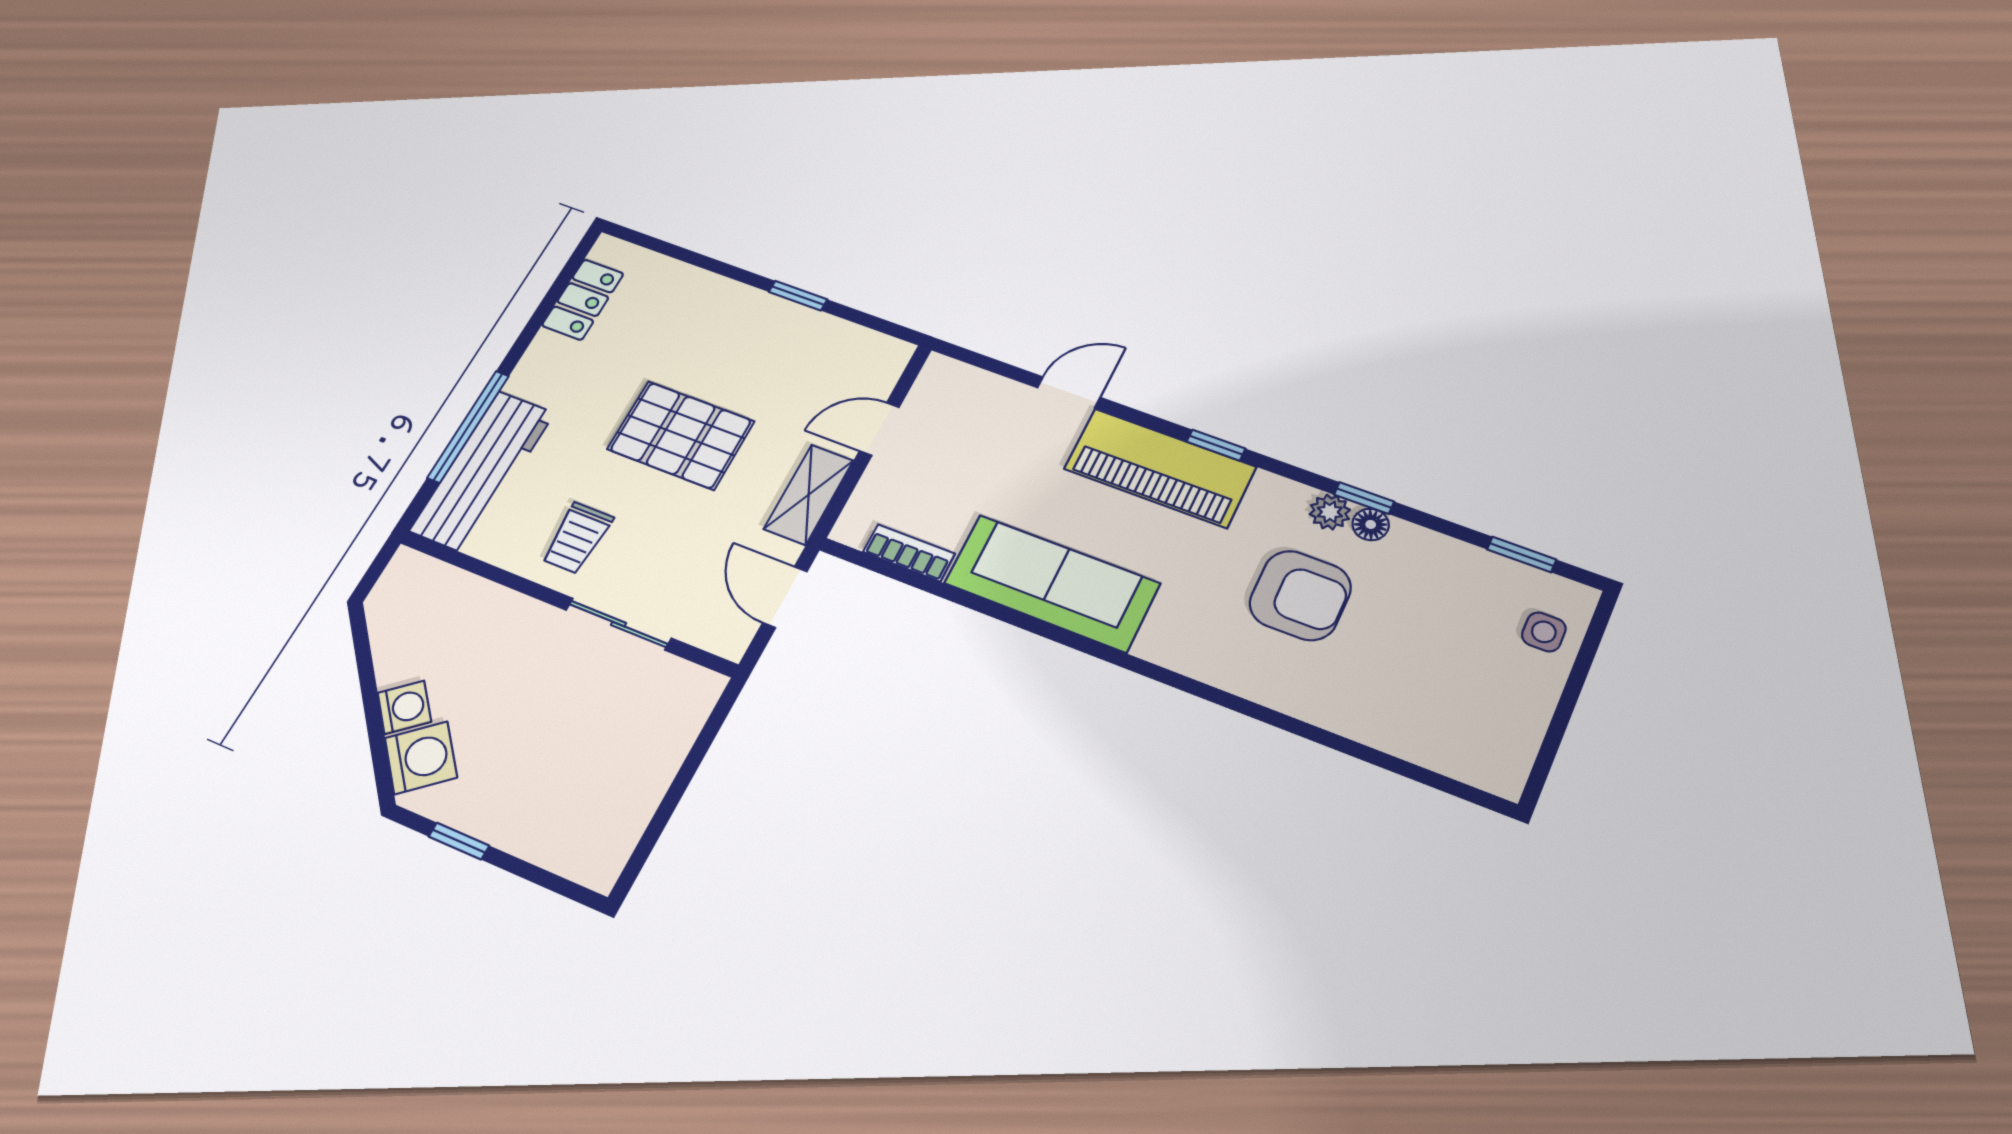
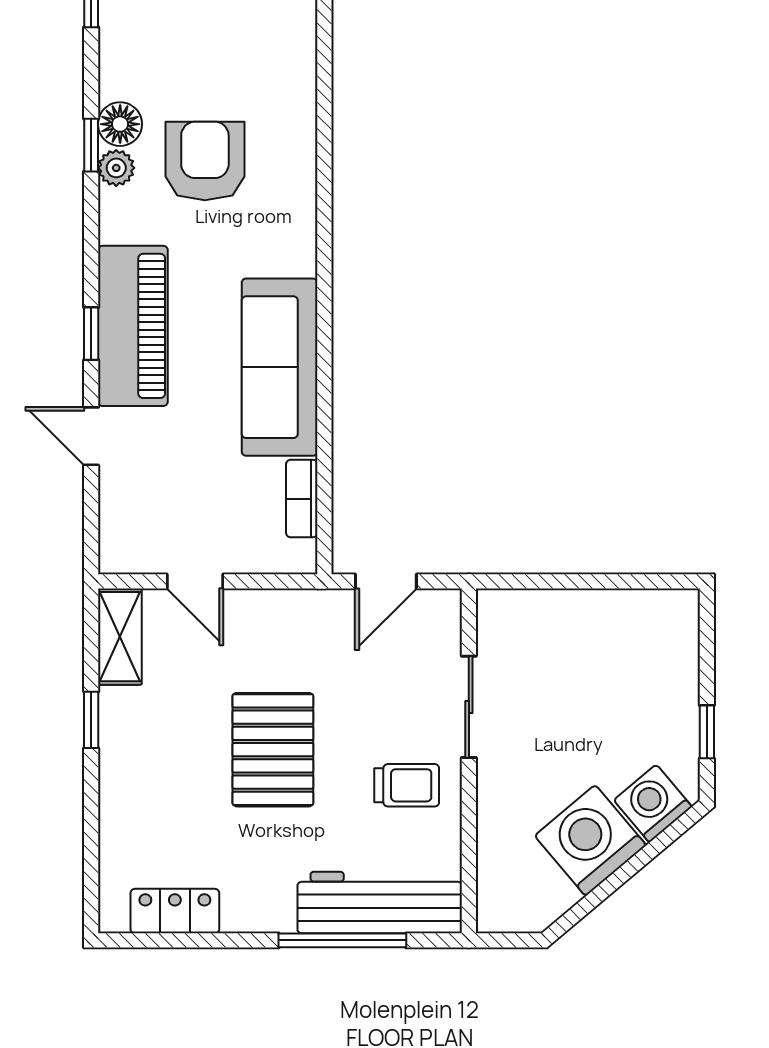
window: (1216, 445) -> (91, 334), moved
shelving: (809, 495) -> (120, 637), moved, turned 90
floor lamp: (1371, 524) -> (120, 124), width x1.37, depth x1.37
washing machine: (404, 707) -> (590, 840), width x1.89, depth x1.89

